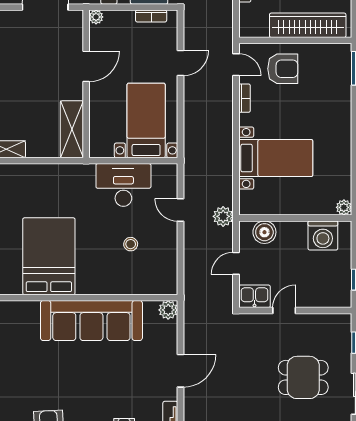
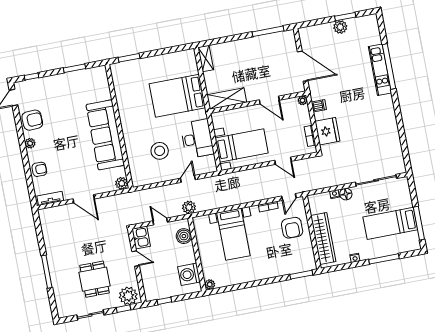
stool: (131, 244) -> (160, 151), width x1.89, depth x1.89
bed: (49, 256) -> (177, 96), moved, turned 180
plant: (338, 332) -> (128, 296), added

